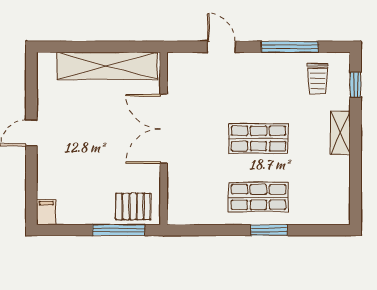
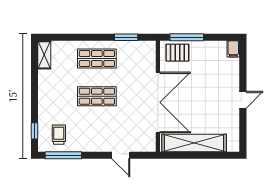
window: (290, 47) -> (63, 155), moved
double door: (164, 129) -> (158, 102), width x1.36
shelving: (340, 133) -> (44, 55), moved
window: (269, 230) -> (126, 37), moved

